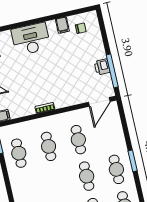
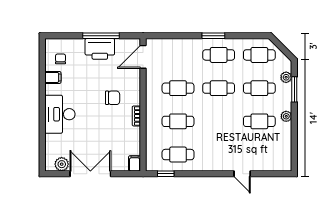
printer: (102, 67) -> (100, 49), width x1.87, depth x1.48
window: (112, 71) -> (101, 36), moved
chair: (56, 83) -> (113, 98), added
door: (99, 102) -> (143, 57), swing flipped

